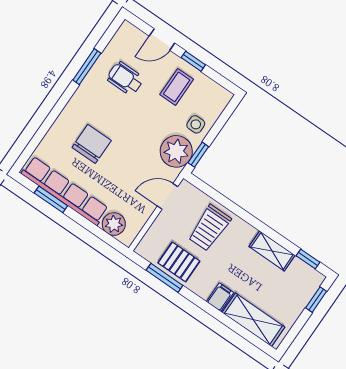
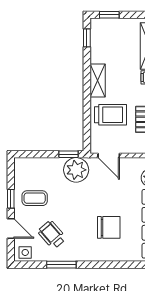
wheelchair: (125, 79) -> (52, 235), turned 139
side table: (196, 124) -> (25, 252), moved
chair: (92, 144) -> (109, 227), turned 180
shelving: (272, 251) -> (98, 81), moved

